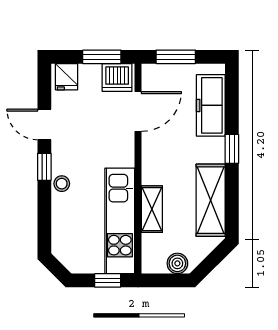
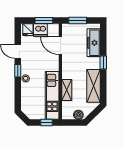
dishwasher: (117, 78) -> (40, 30), moved
door: (138, 112) -> (60, 46), swing flipped

